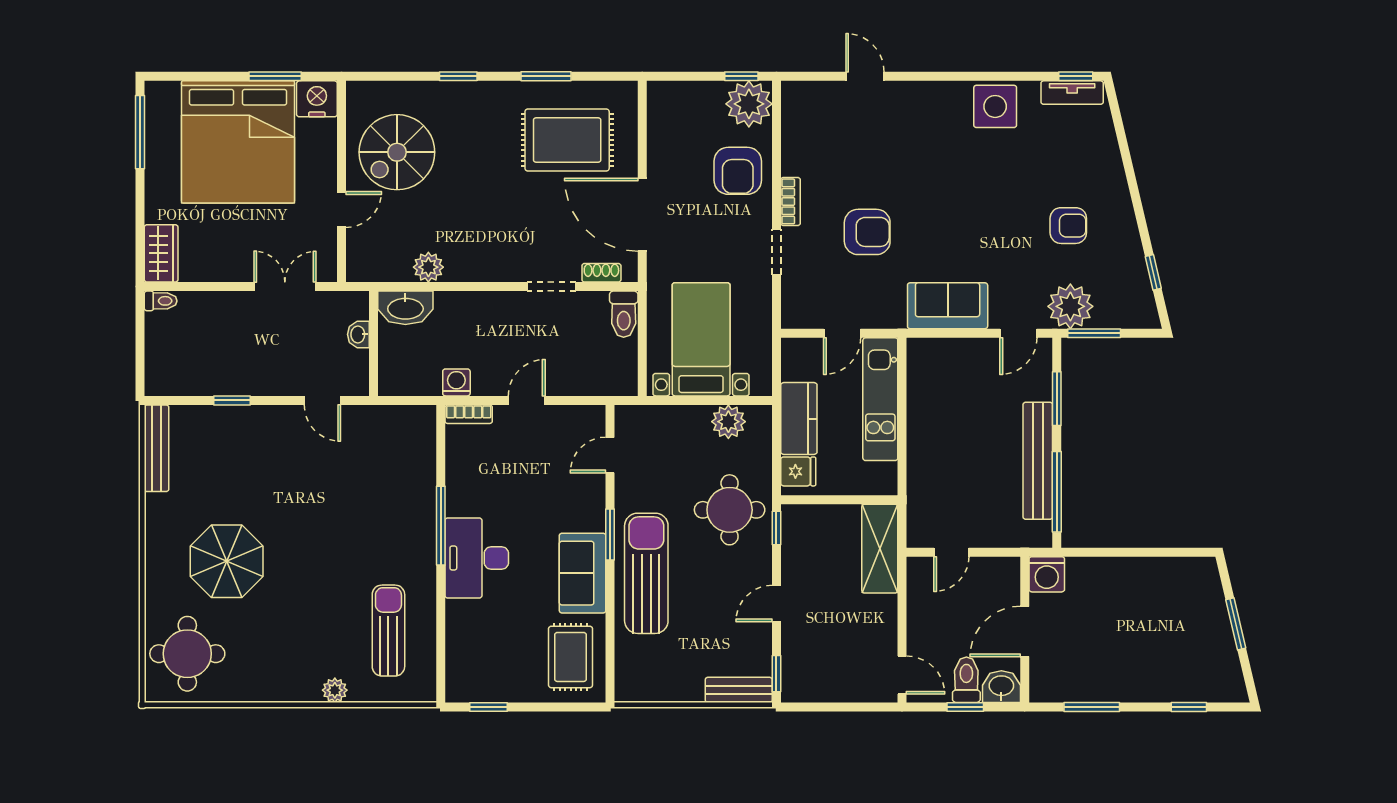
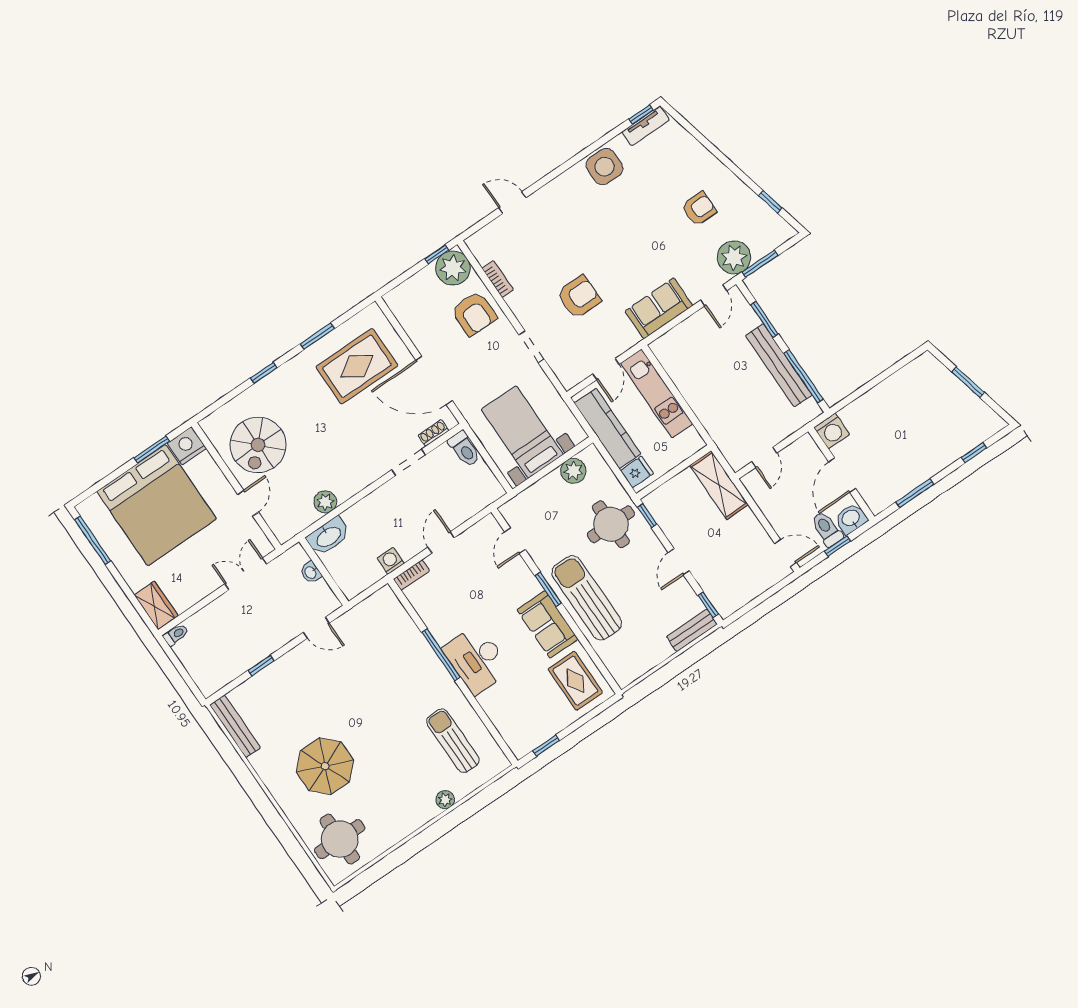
bookcase: (791, 201) -> (498, 279), moved
kitchen counter: (799, 419) -> (608, 428), width x1.50

